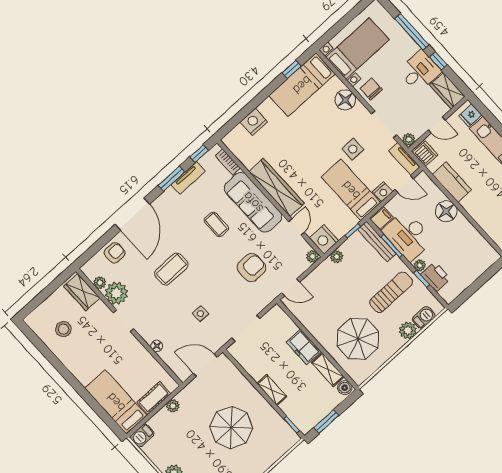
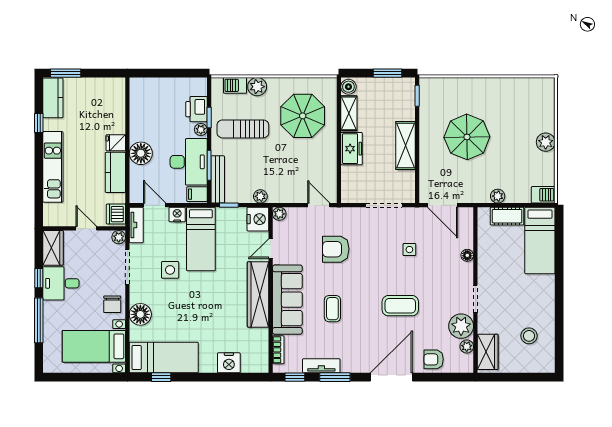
fridge: (470, 115) -> (116, 143), moved, turned 180
shelving: (272, 390) -> (405, 145), width x1.50, depth x1.33

